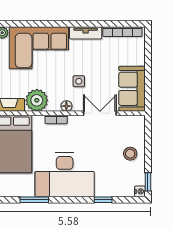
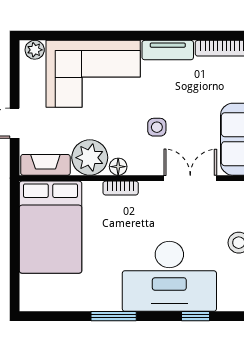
floor lamp: (66, 106) -> (118, 167), moved
desk: (65, 175) -> (169, 276), moved
window: (34, 200) -> (114, 316), moved

